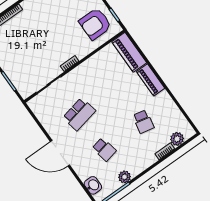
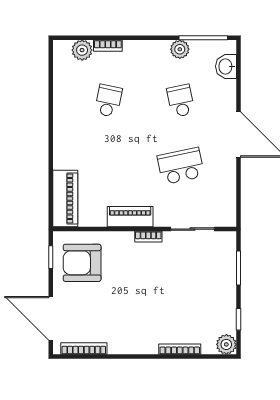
armchair: (95, 24) -> (82, 263), turned 180
piano: (151, 80) -> (130, 217), moved, turned -90

